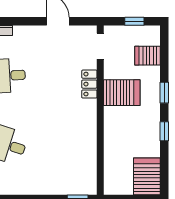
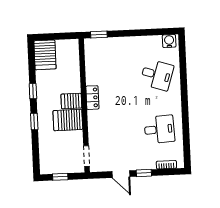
window: (29, 21) -> (144, 173), added
server rack: (147, 56) -> (71, 101), moved, turned 180
locker: (89, 84) -> (92, 98), moved

